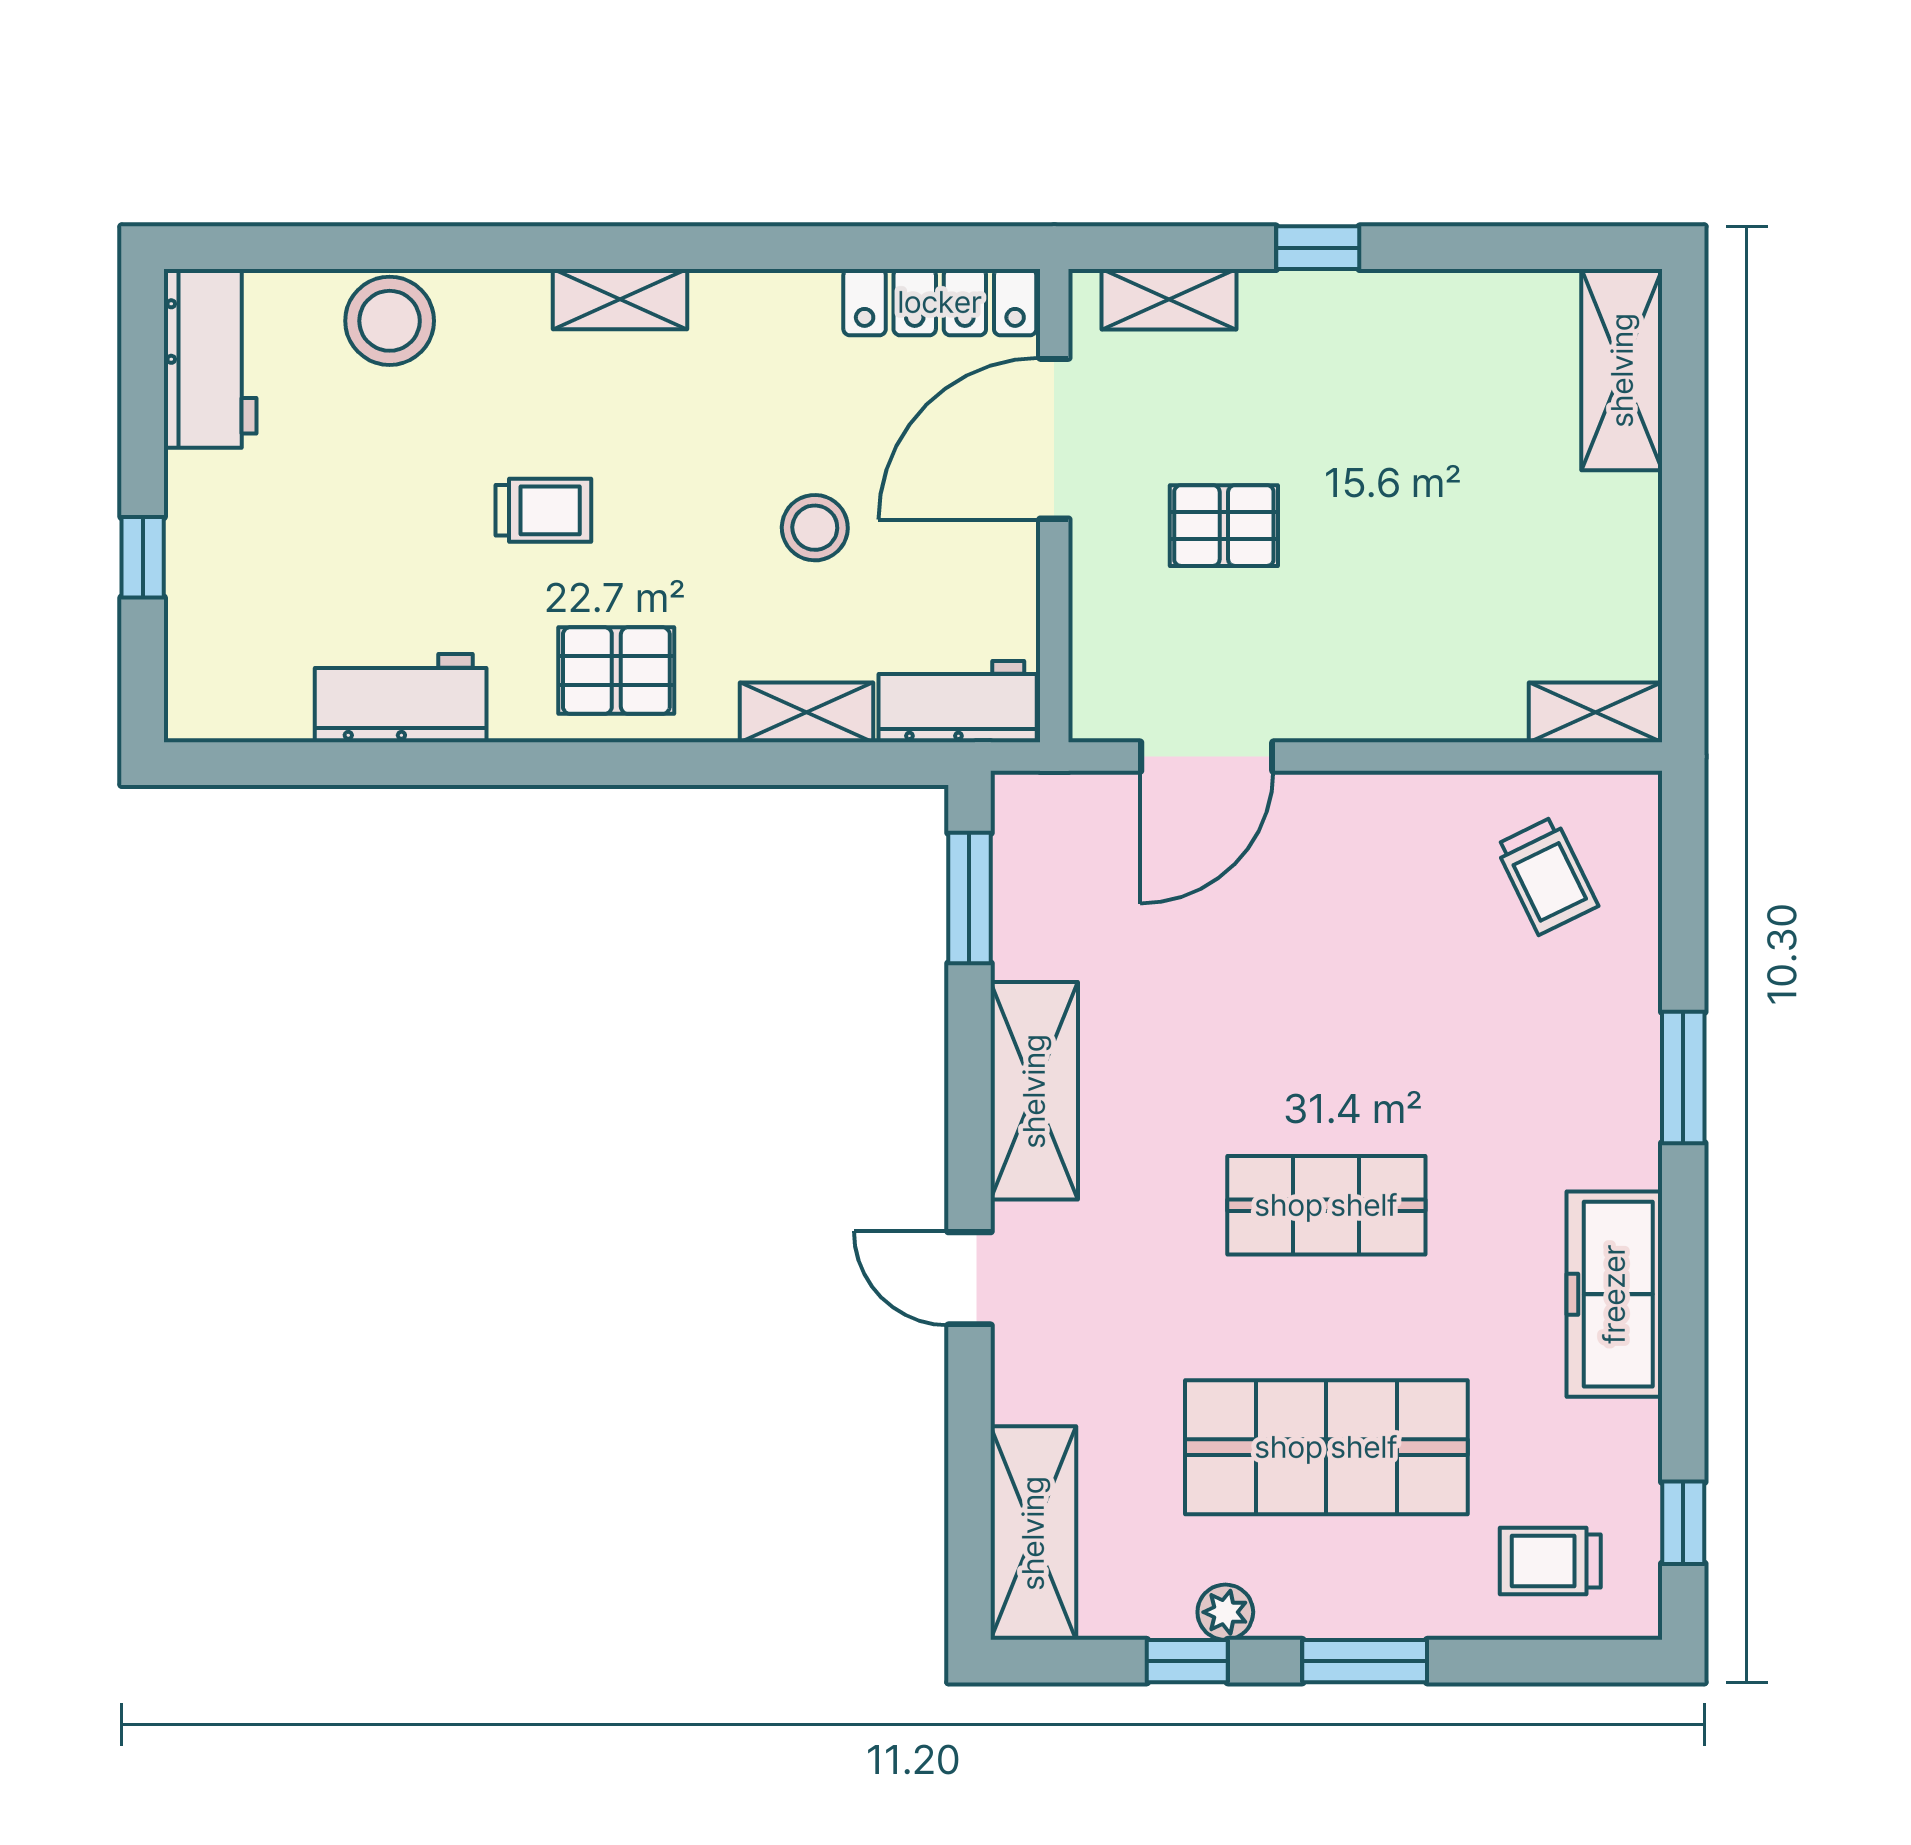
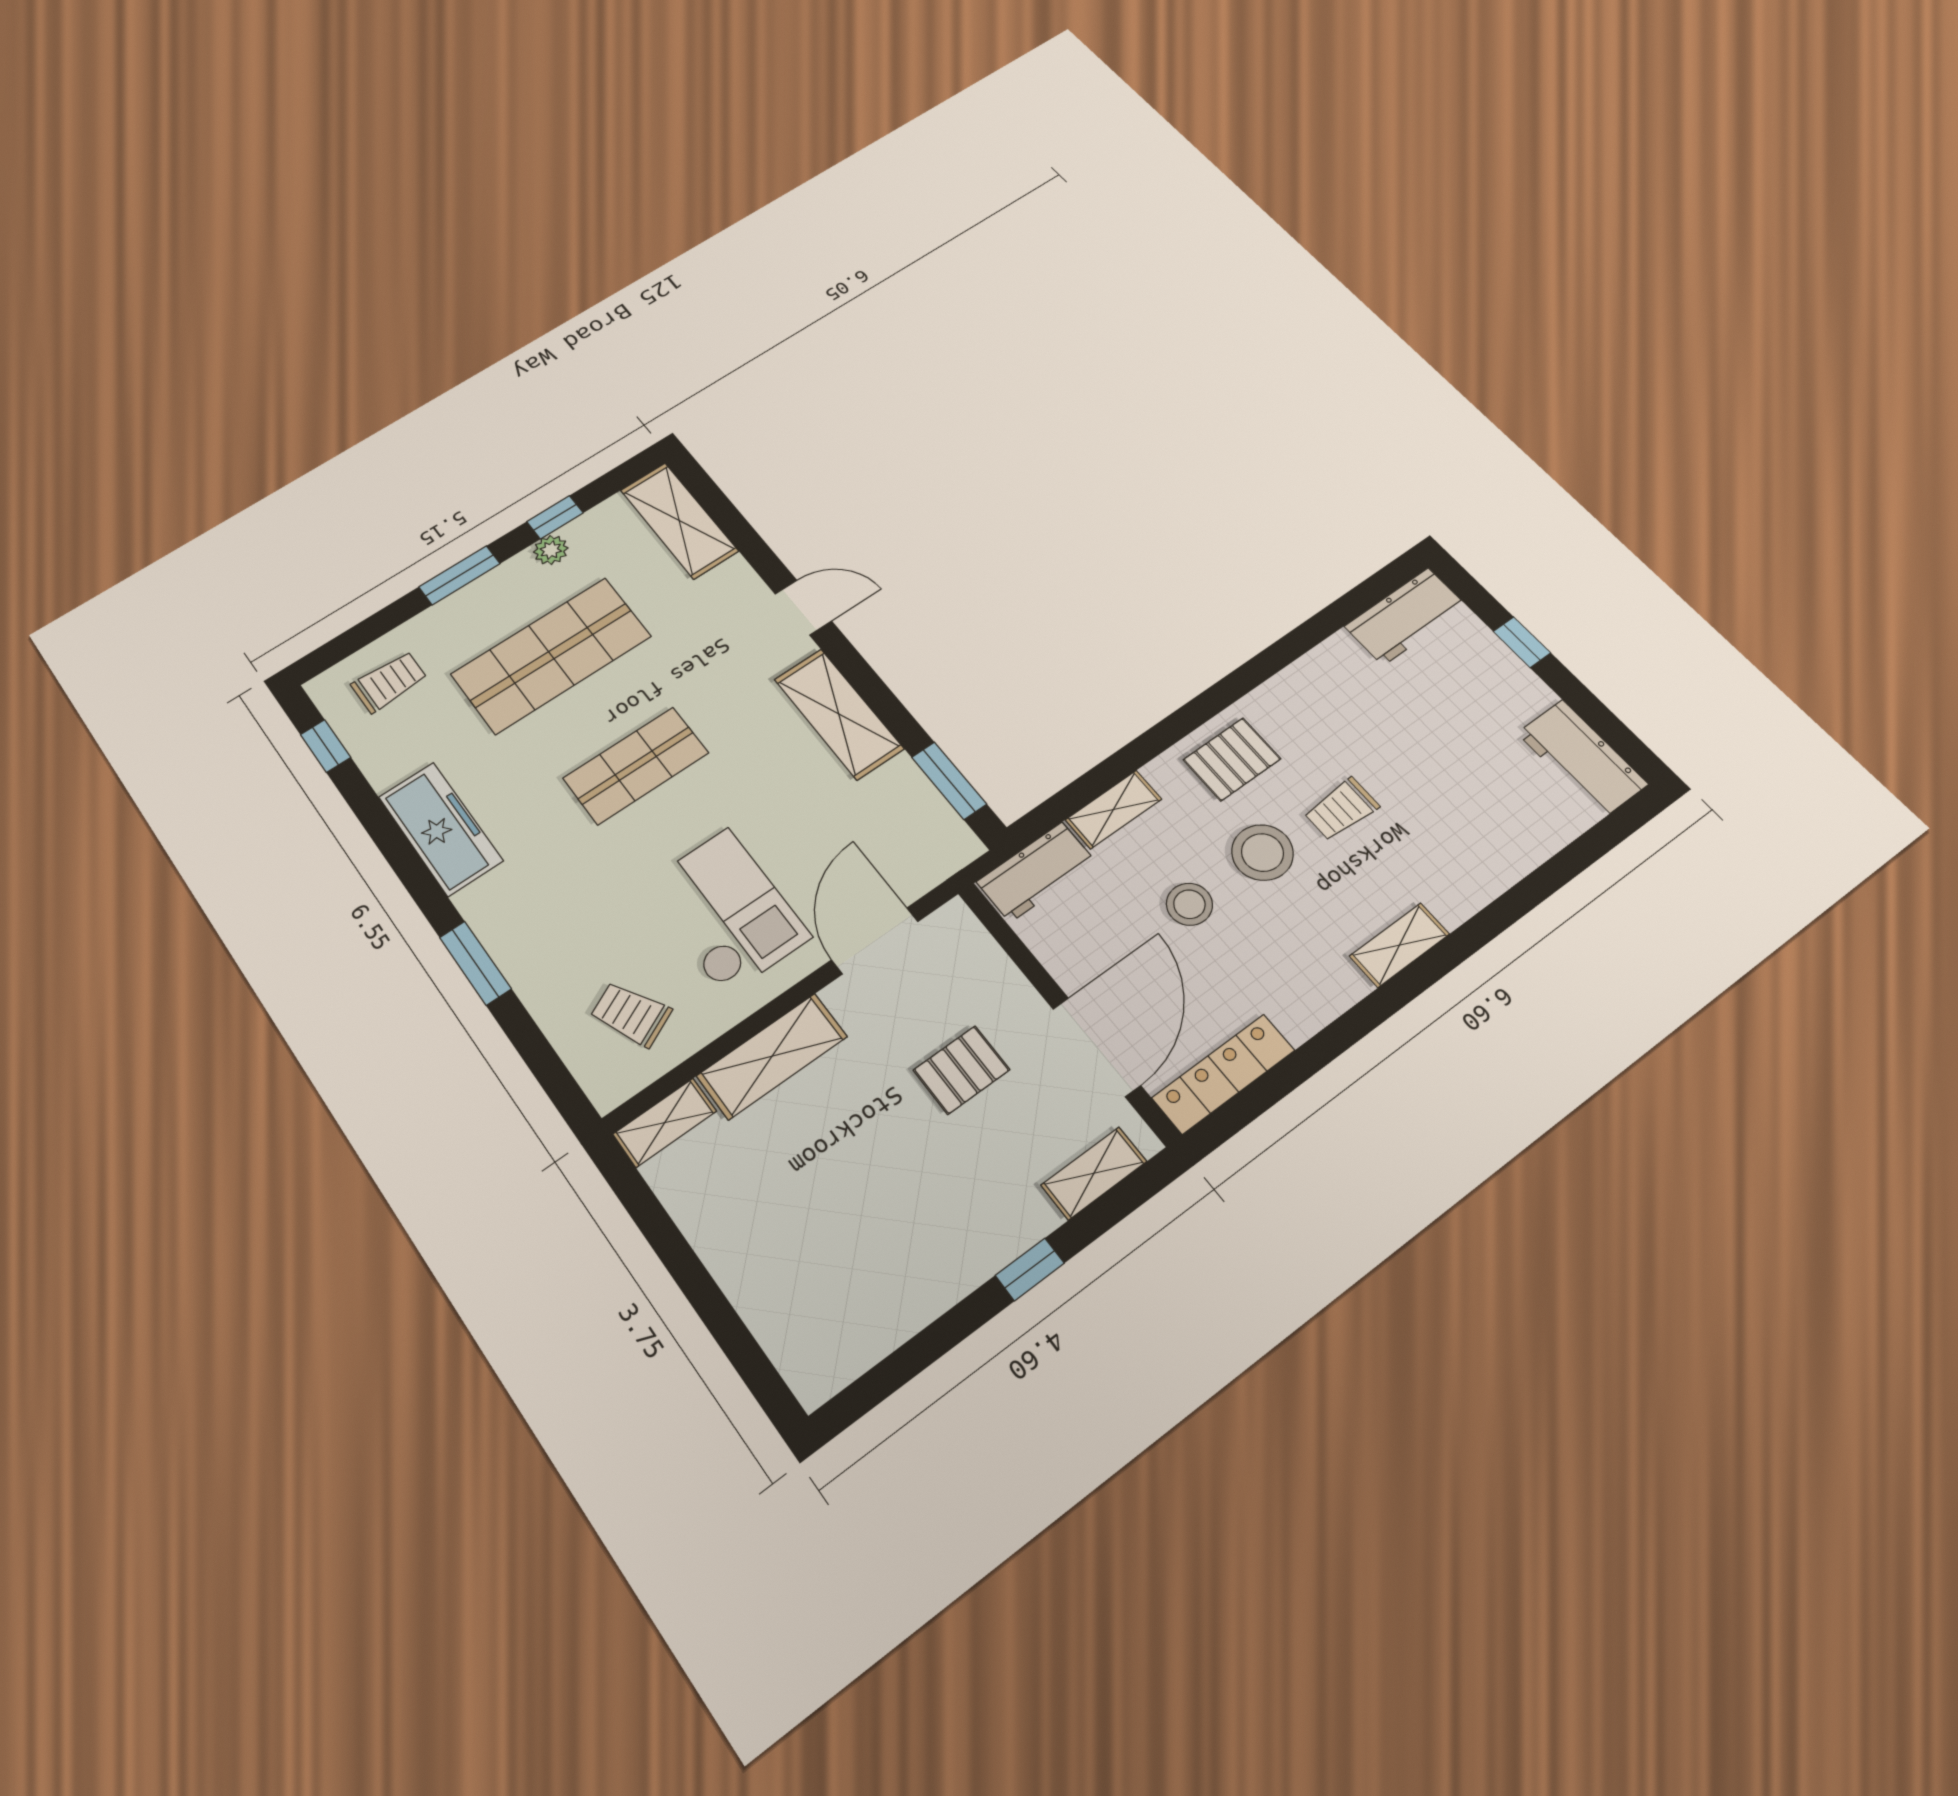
stool: (390, 321) -> (1263, 853), moved
shelving: (1622, 370) -> (772, 1056), moved, turned 90
workbench: (401, 698) -> (1406, 616), moved
checkout: (1351, 925) -> (726, 911), added

